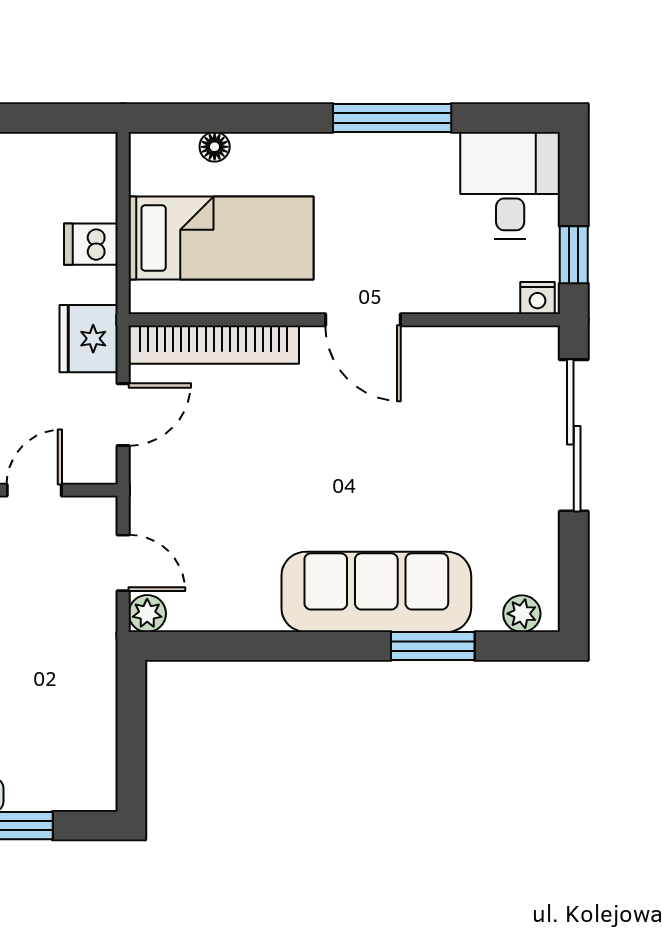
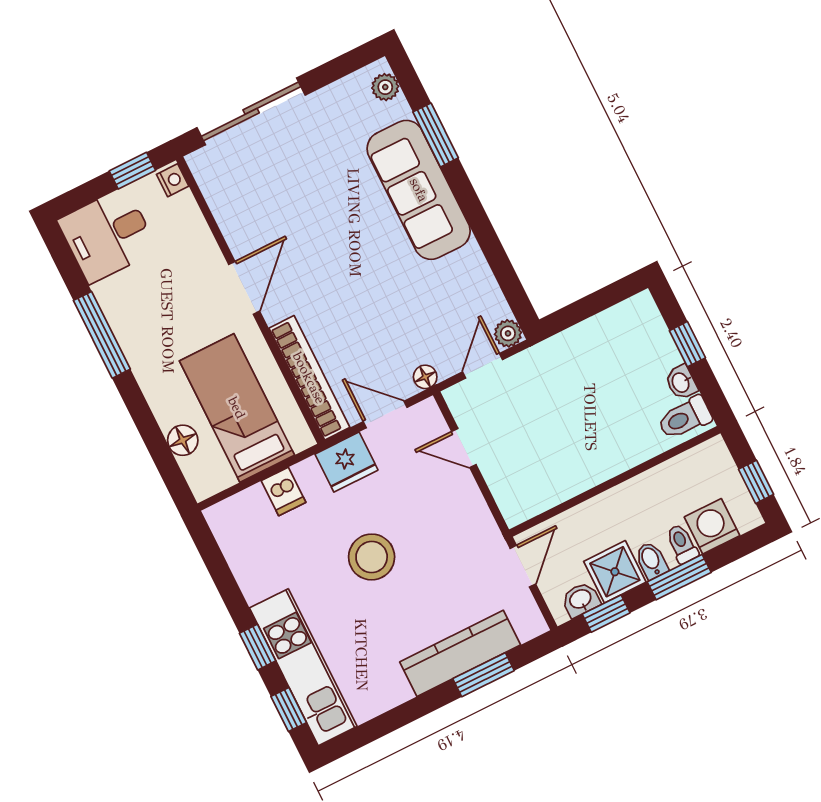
floor lamp: (215, 147) -> (183, 440), width x1.37, depth x1.37
floor lamp: (145, 486) -> (425, 377), added

